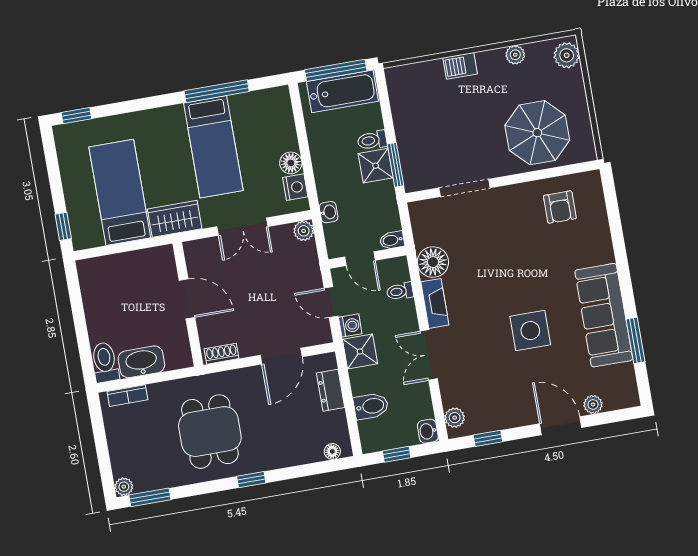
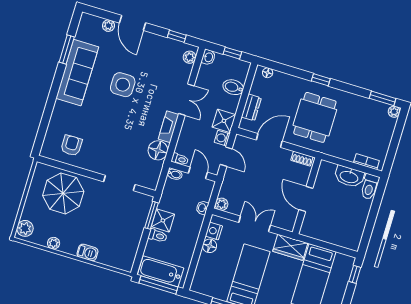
toilet: (400, 291) -> (180, 159), moved
dining table: (210, 432) -> (315, 117), moved

